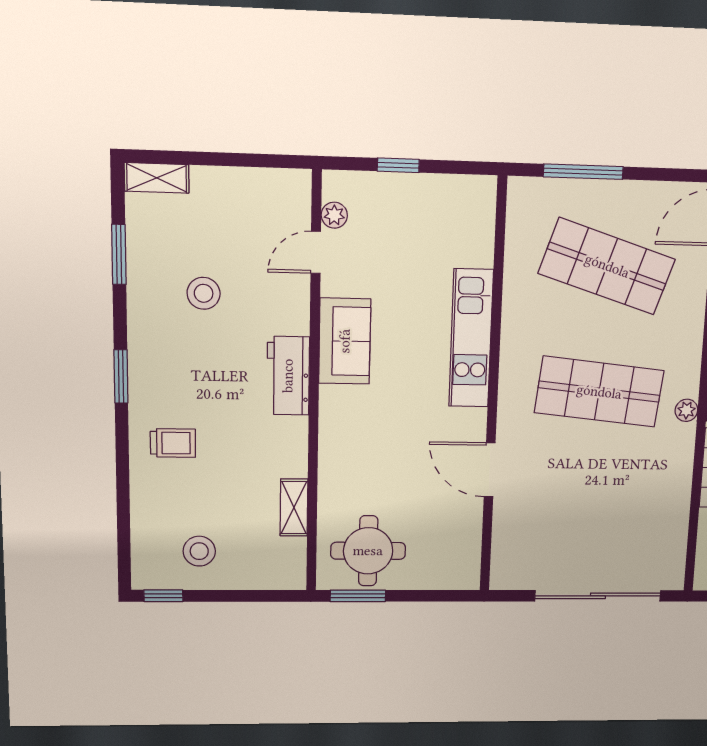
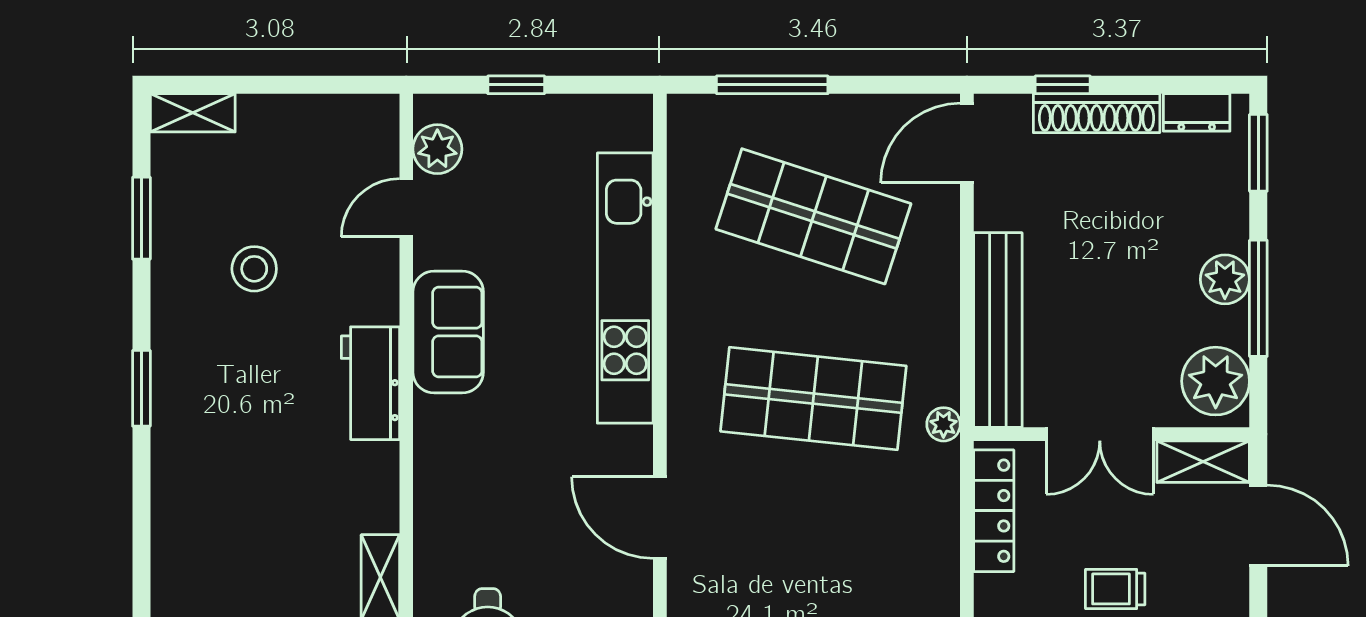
plant: (334, 215) -> (437, 149), width x1.38, depth x1.38
kitchen unit: (471, 338) -> (625, 288), width x1.36
trolley: (173, 443) -> (211, 483), removed

